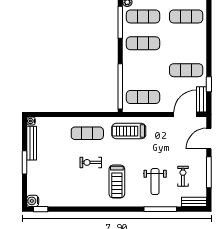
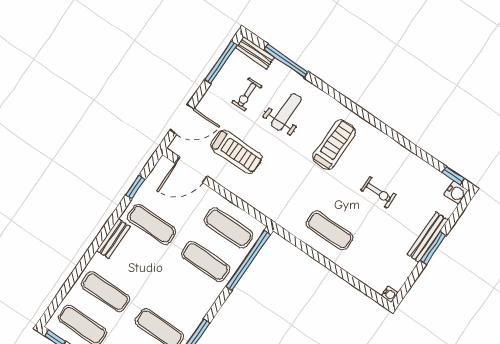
exercise mat: (143, 43) -> (206, 261), moved
bench: (202, 99) -> (113, 239), moved
treadmill: (129, 131) -> (236, 152), moved
bench: (32, 143) -> (427, 237), moved
exercise bike: (91, 162) -> (378, 192), moved
window: (209, 172) -> (221, 62), moved
window: (160, 209) -> (286, 61), moved

